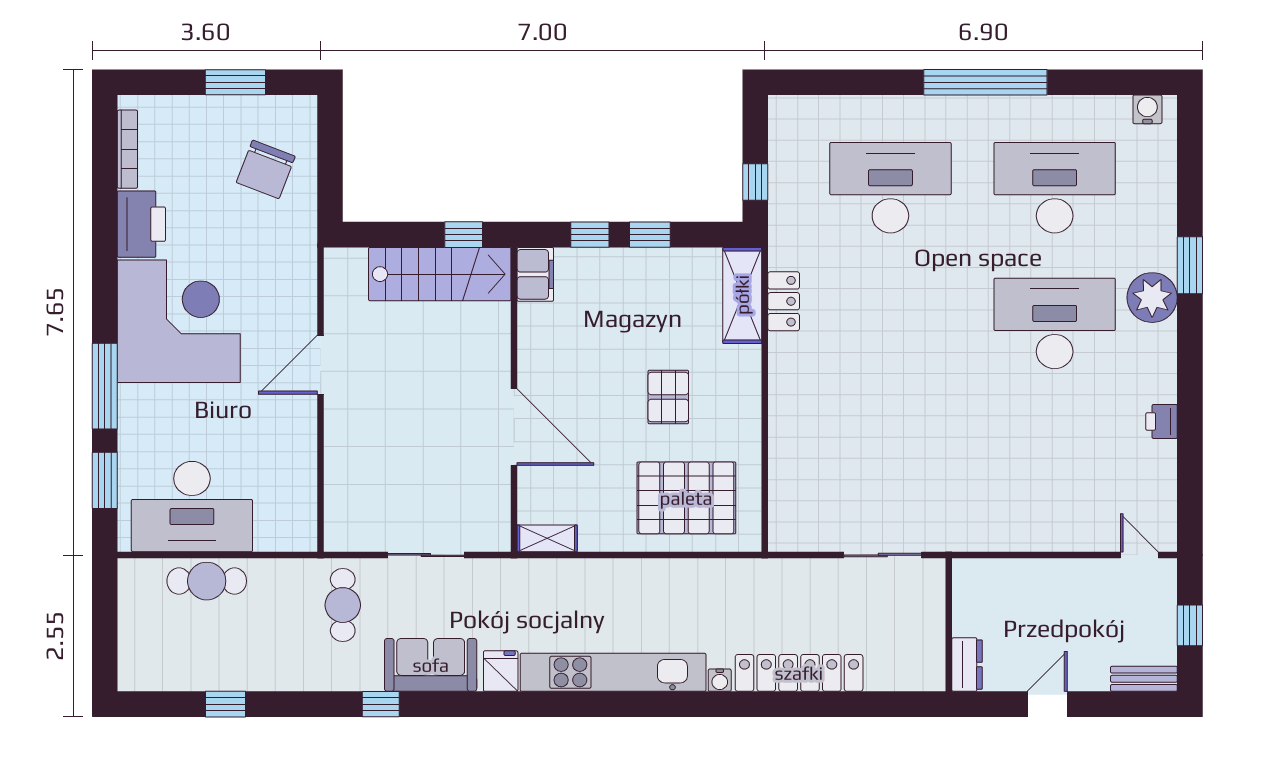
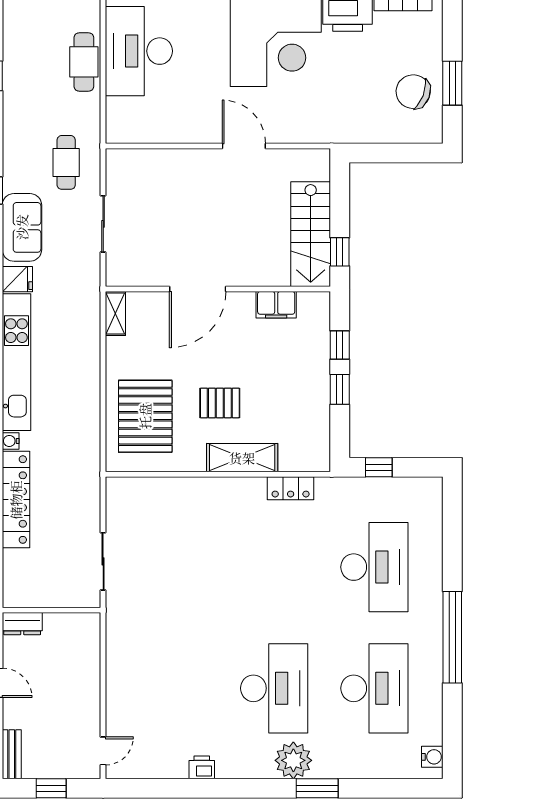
chair: (266, 169) -> (413, 92), moved
filing cabinet: (535, 274) -> (276, 305), moved
shelving: (742, 295) -> (242, 458), moved
cafe table: (343, 605) -> (66, 162), turned 90

